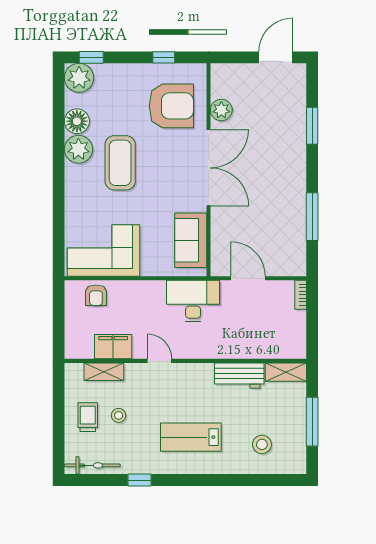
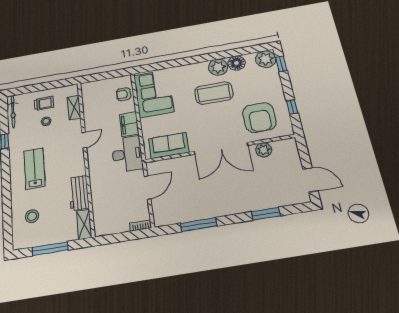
filing cabinet: (113, 347) -> (129, 124), moved, turned 180

